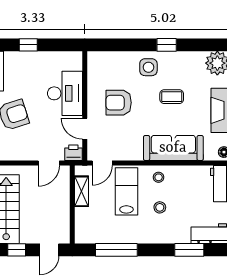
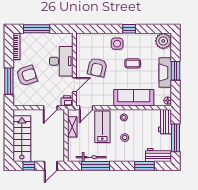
window: (28, 45) -> (37, 29), width x2.17
armchair: (119, 103) -> (97, 67), turned -78
door: (85, 129) -> (74, 85), swing flipped
bicycle: (110, 236) -> (91, 157), added

